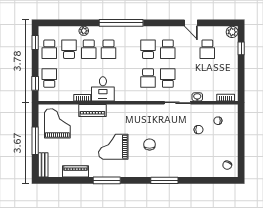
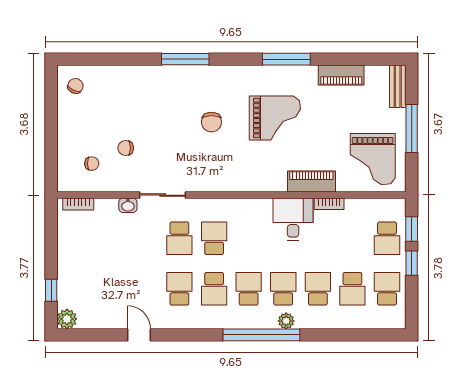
plant: (84, 31) -> (286, 321), moved
window: (35, 42) -> (412, 263), moved
school desk: (207, 49) -> (249, 289), moved

